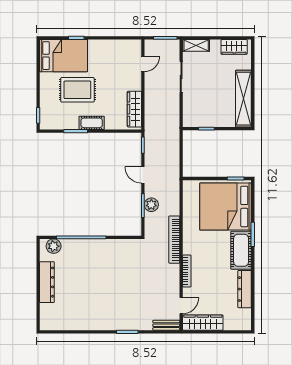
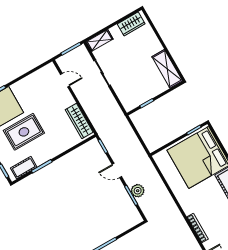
door: (143, 64) -> (65, 80), hinge flipped
shelving: (243, 99) -> (167, 69), width x0.68
cot: (92, 123) -> (24, 168), moved
bookcase: (174, 240) -> (173, 208), removed

